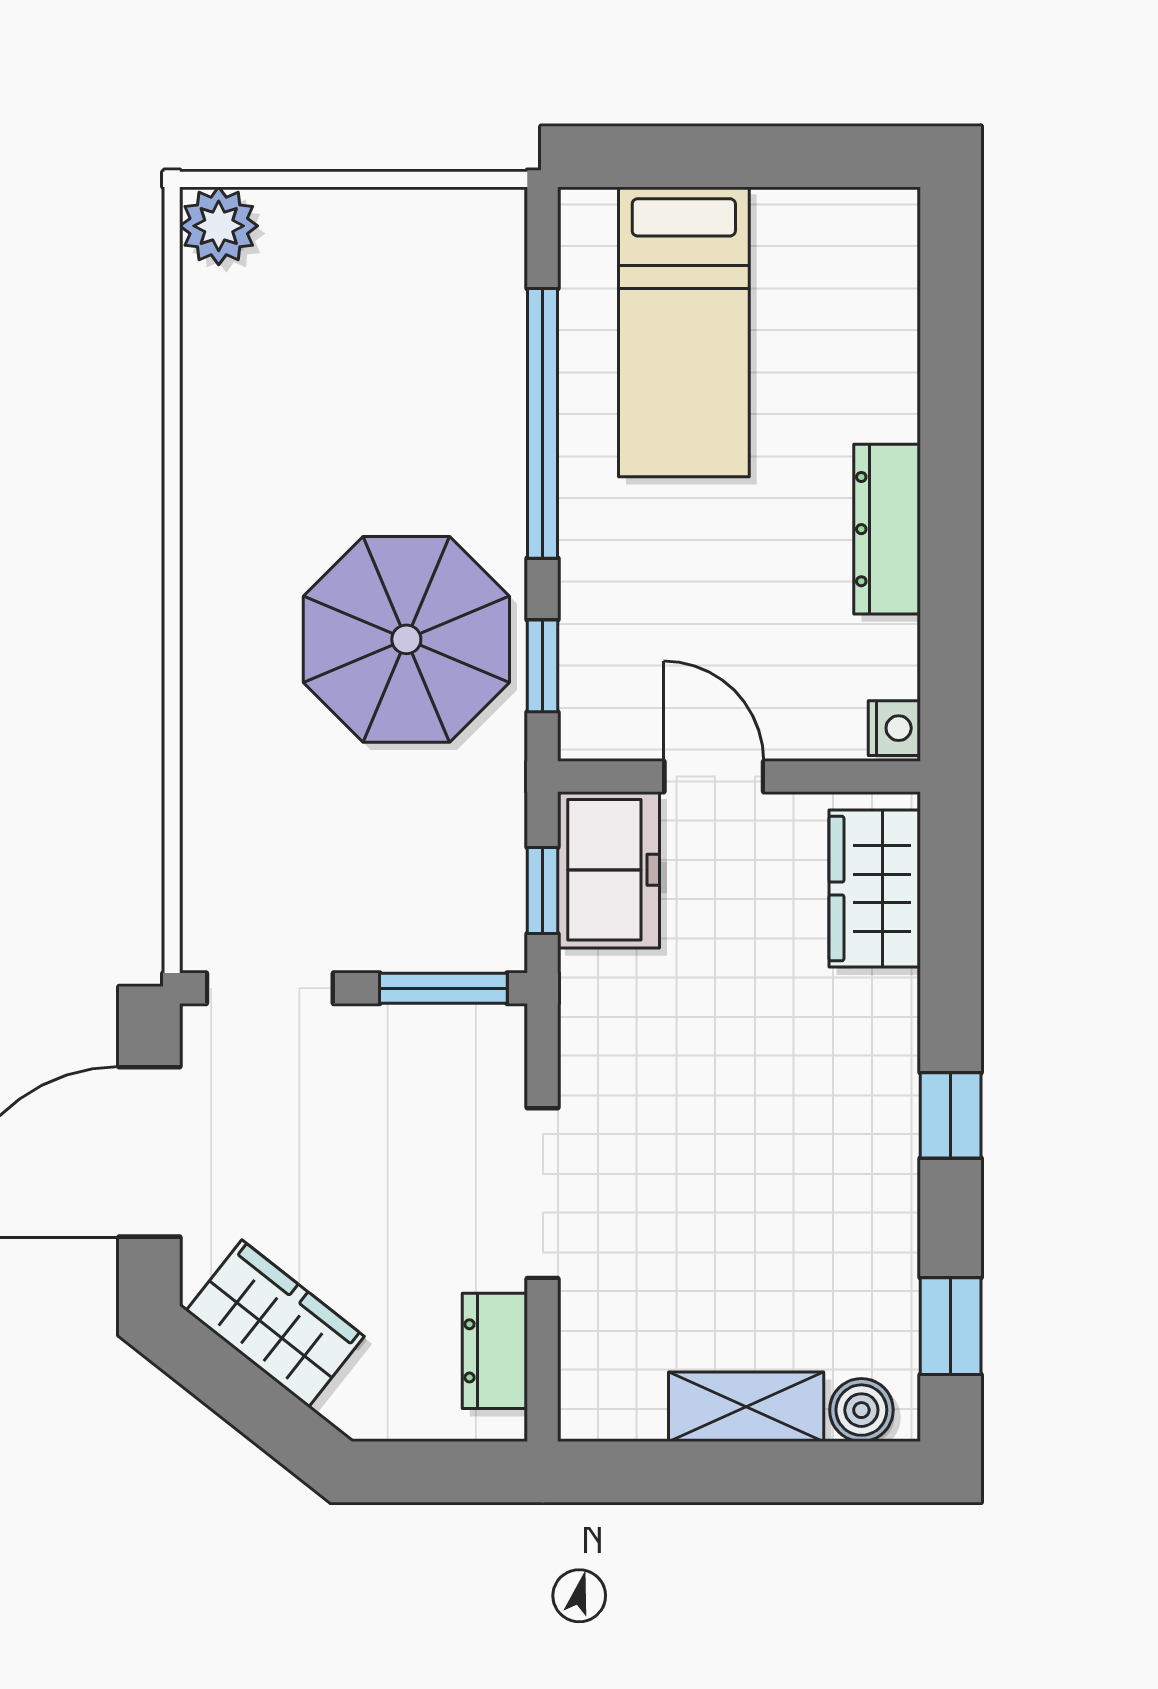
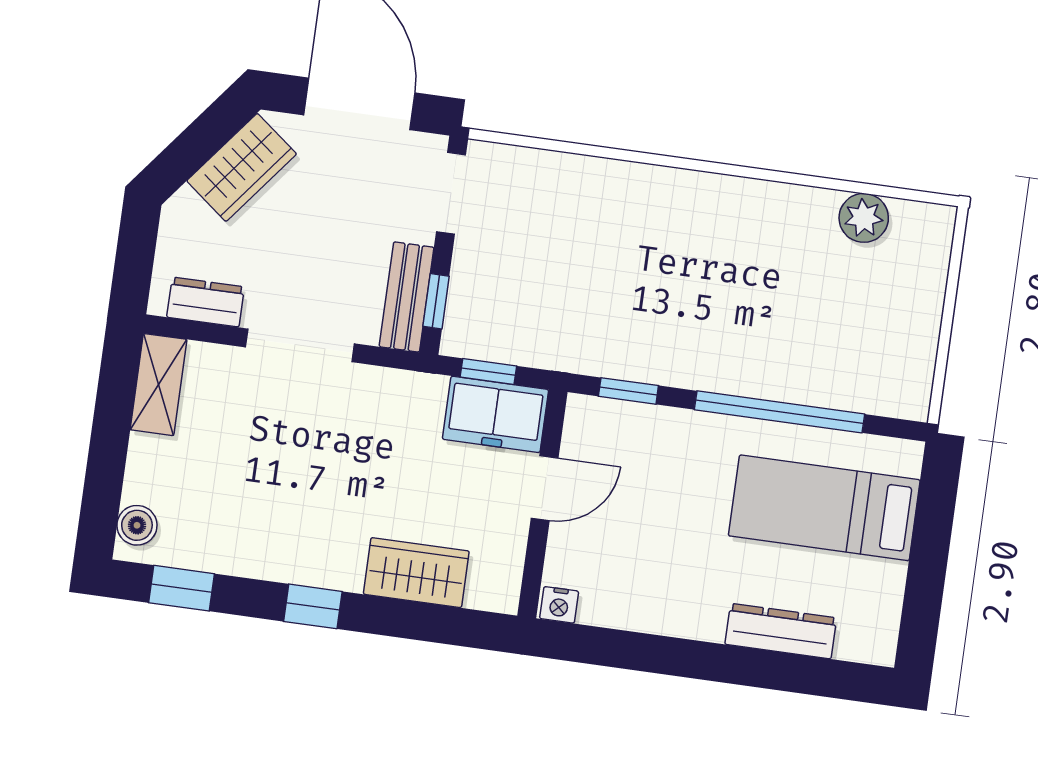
plant: (219, 226) -> (864, 218), moved
dresser: (887, 529) -> (781, 631), moved
parasol: (406, 639) -> (657, 308), removed
wardrobe: (875, 889) -> (416, 573), moved
window: (443, 988) -> (436, 301), width x0.67
bench: (443, 1036) -> (407, 297), added
shelving: (746, 1407) -> (159, 385), moved

